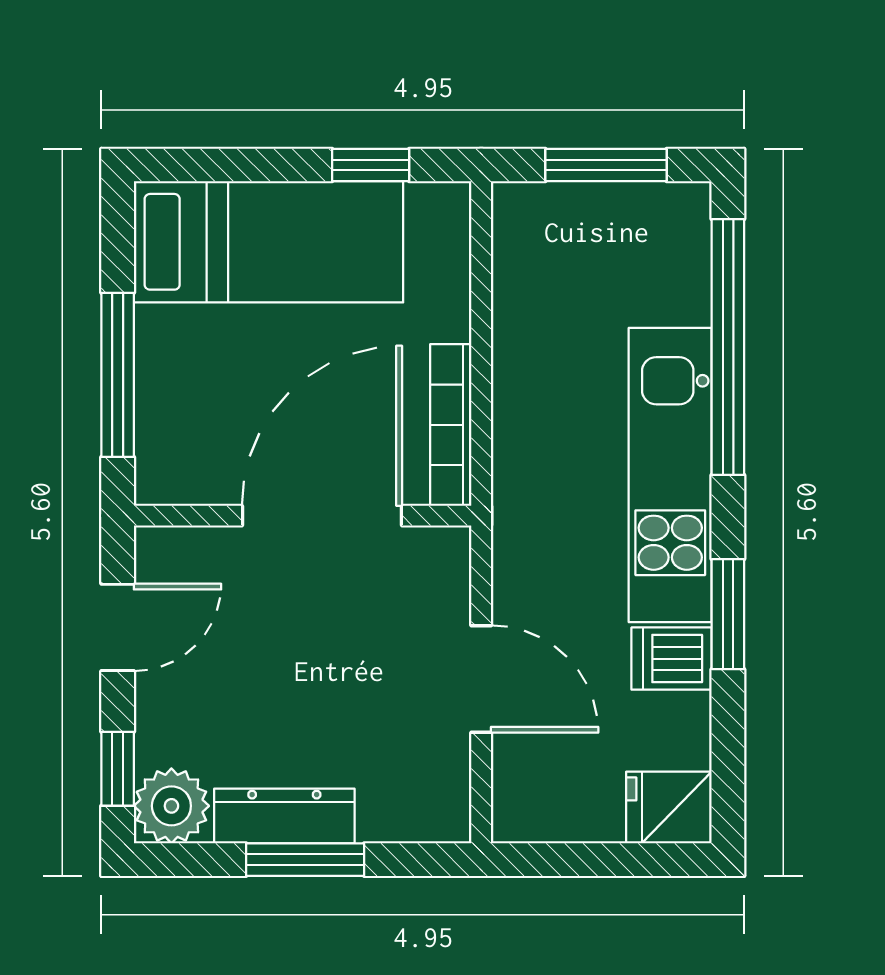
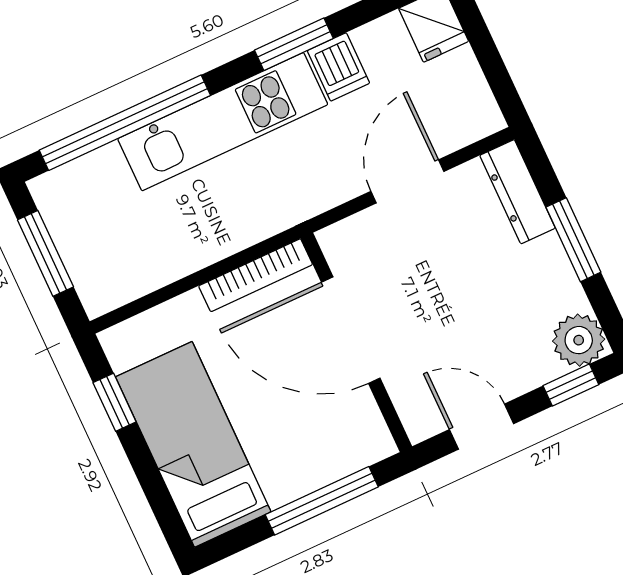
dresser: (284, 816) -> (518, 192), moved

